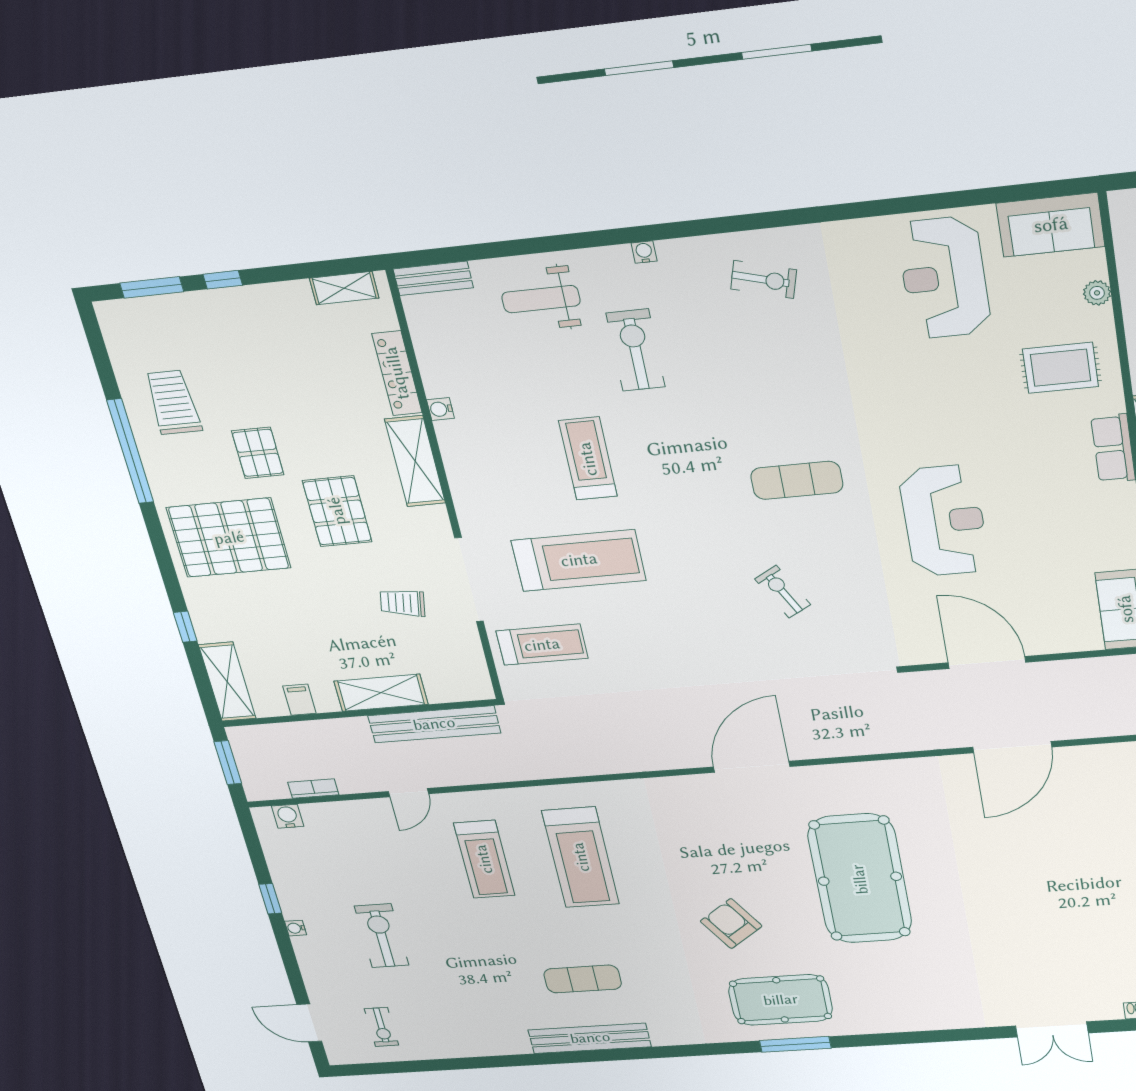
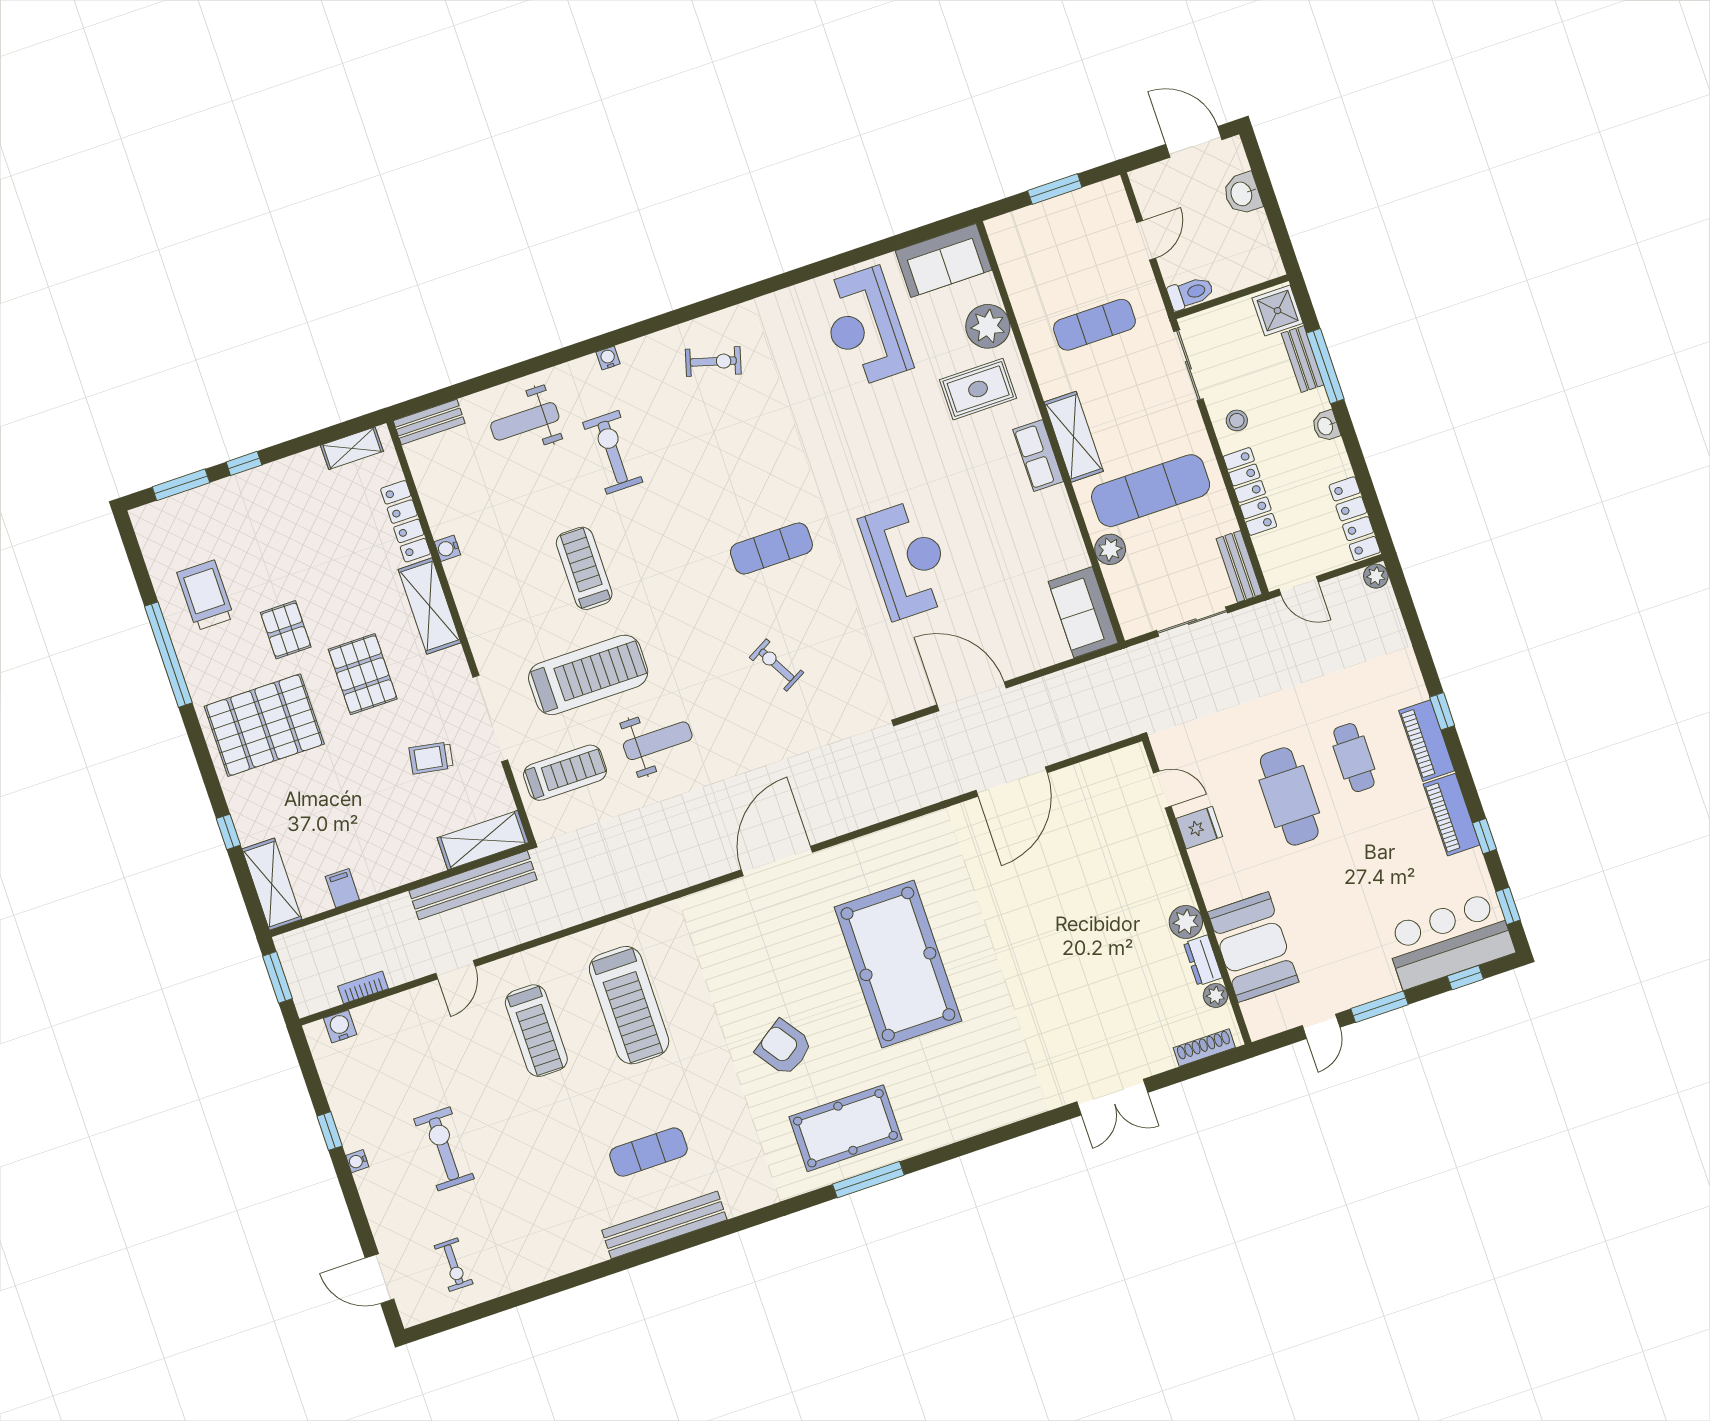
plant: (1097, 293) -> (988, 326), width x1.88, depth x1.88
weight bench: (644, 636) -> (658, 741), added
shelving: (381, 693) -> (483, 840), moved

